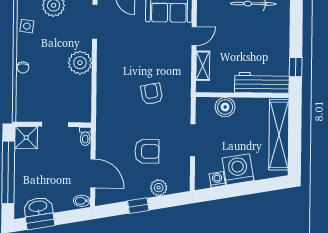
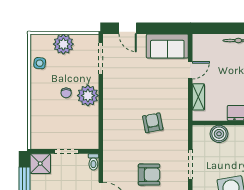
chair: (23, 67) -> (66, 93), moved

